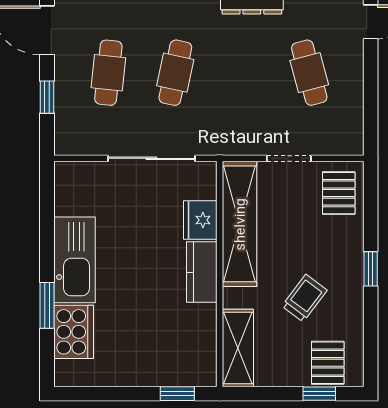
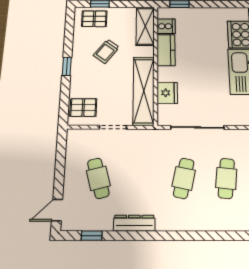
pallet: (339, 193) -> (83, 107), turned 90
kitchen counter: (202, 272) -> (166, 50), moved
cooker: (201, 348) -> (166, 26), added
pallet: (328, 363) -> (94, 19), turned 90

